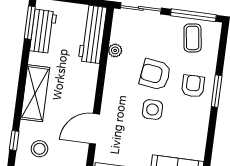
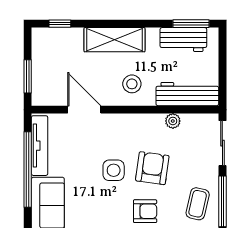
coffee table: (193, 38) -> (198, 204), turned -69
stool: (39, 149) -> (132, 84), moved

